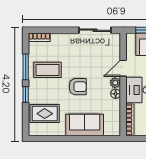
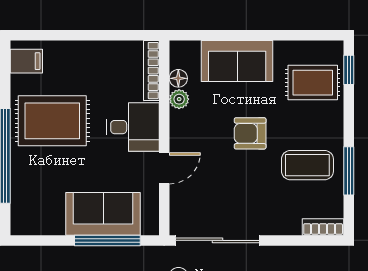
sliding door: (95, 30) -> (217, 240), width x1.37
plant: (115, 83) -> (179, 99), moved
floor lamp: (116, 94) -> (178, 78), moved
window: (26, 95) -> (349, 70), moved

